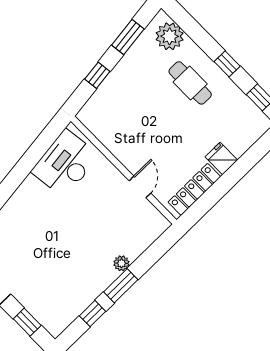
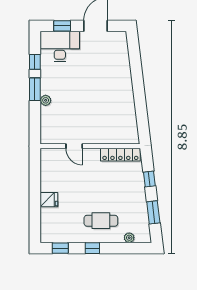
plant: (170, 36) -> (129, 238), width x0.53, depth x0.53
desk: (65, 163) -> (60, 46), moved, turned -83
locker: (194, 189) -> (120, 155), moved, turned 90

